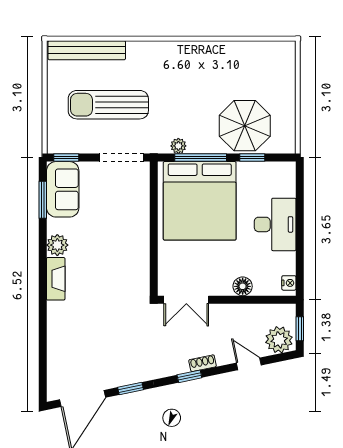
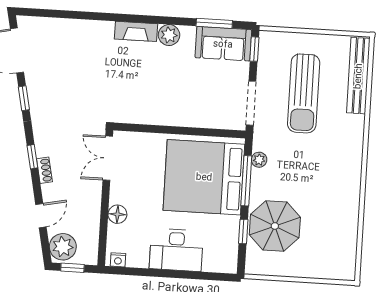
sun lounger: (108, 105) -> (304, 93), turned 180

